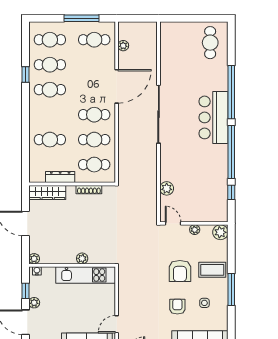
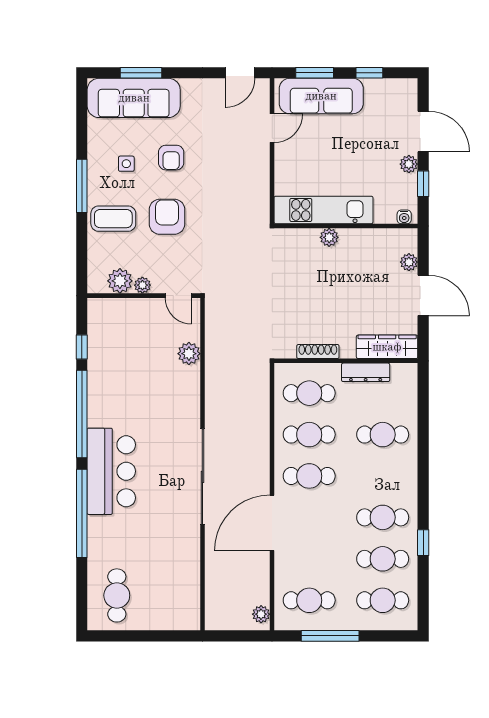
plant: (123, 46) -> (261, 614), moved
plant: (220, 232) -> (120, 281), moved
plant: (34, 259) -> (409, 262), moved

